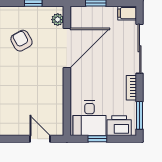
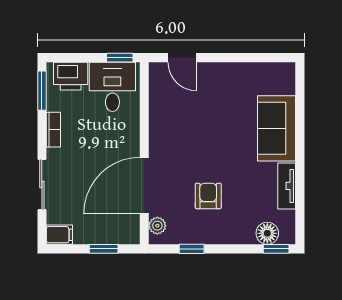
armchair: (21, 41) -> (208, 196), turned -151
sliding door: (140, 49) -> (42, 185), width x0.73
window: (97, 139) -> (120, 58), moved

